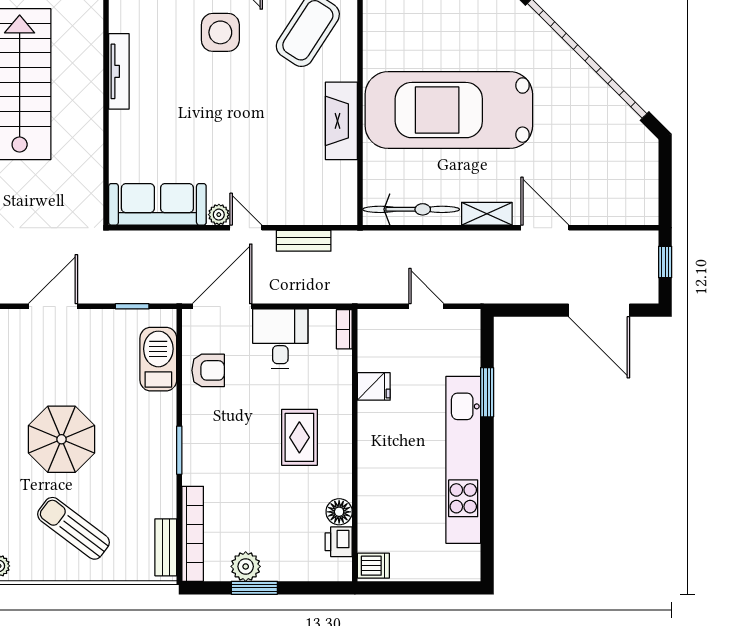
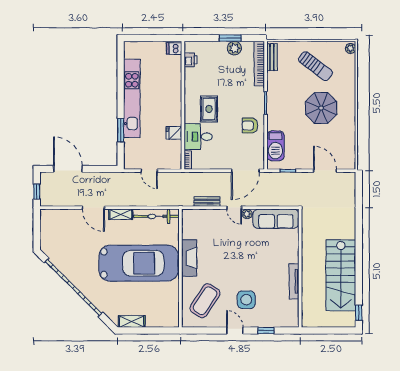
door: (53, 306) -> (325, 171), swing flipped
desk: (280, 339) -> (198, 137), moved, turned 90
armchair: (208, 370) -> (250, 126), moved
floor lamp: (339, 512) -> (190, 74), removed

